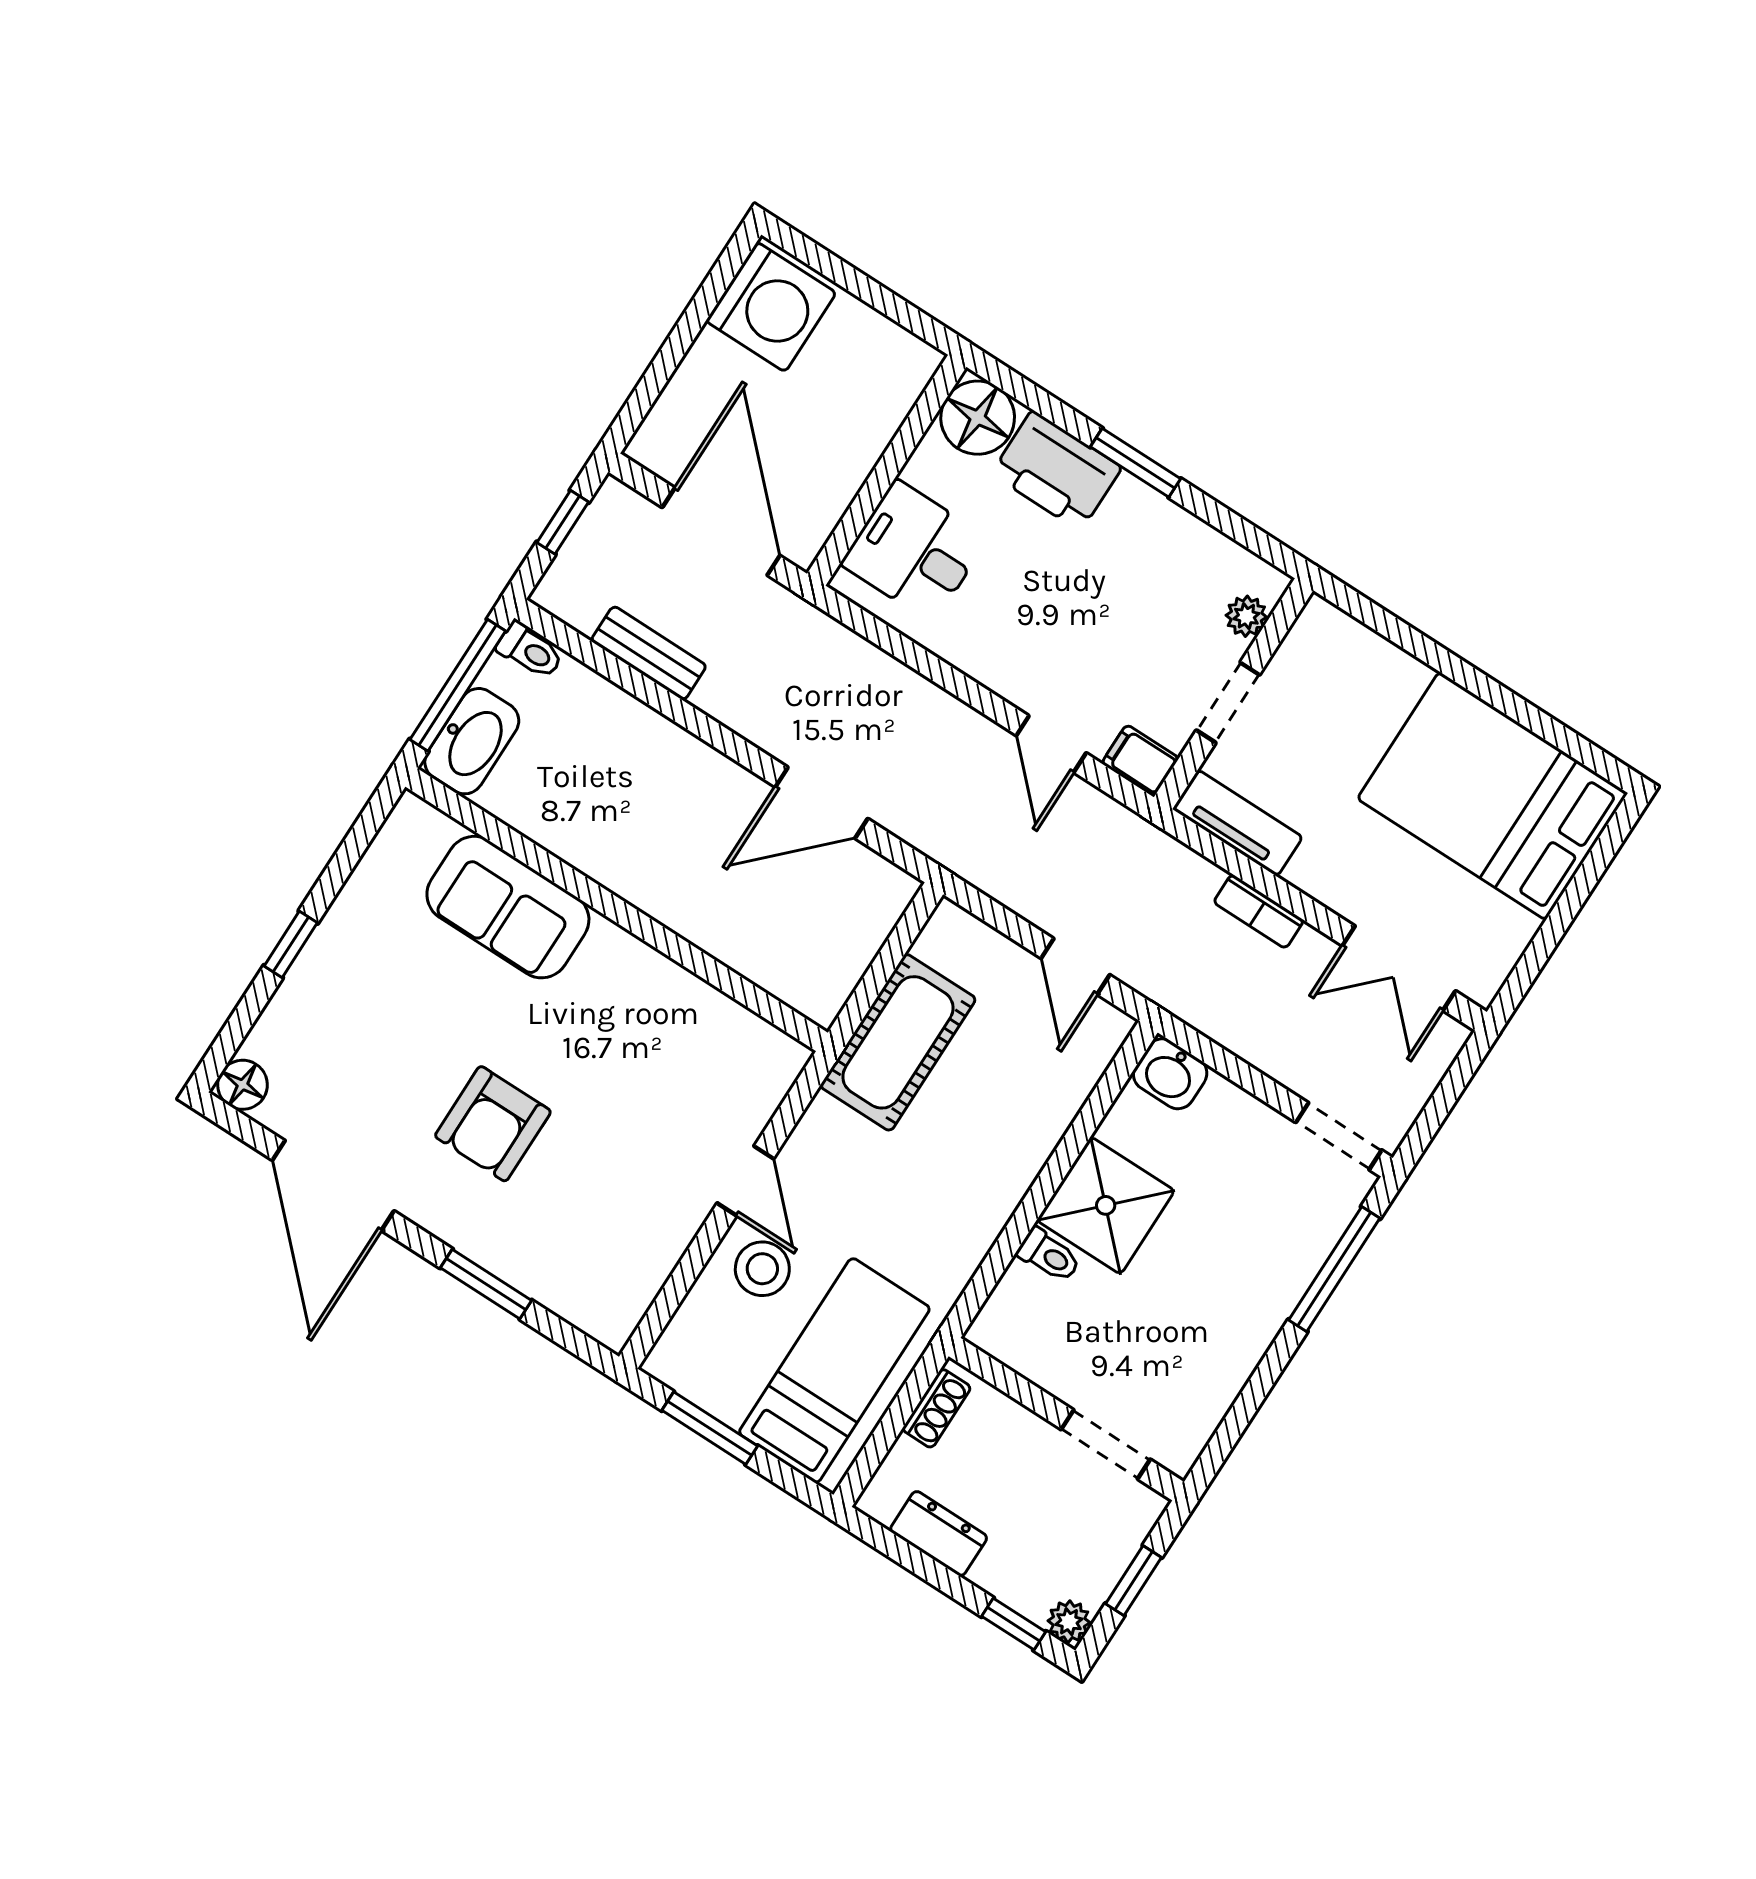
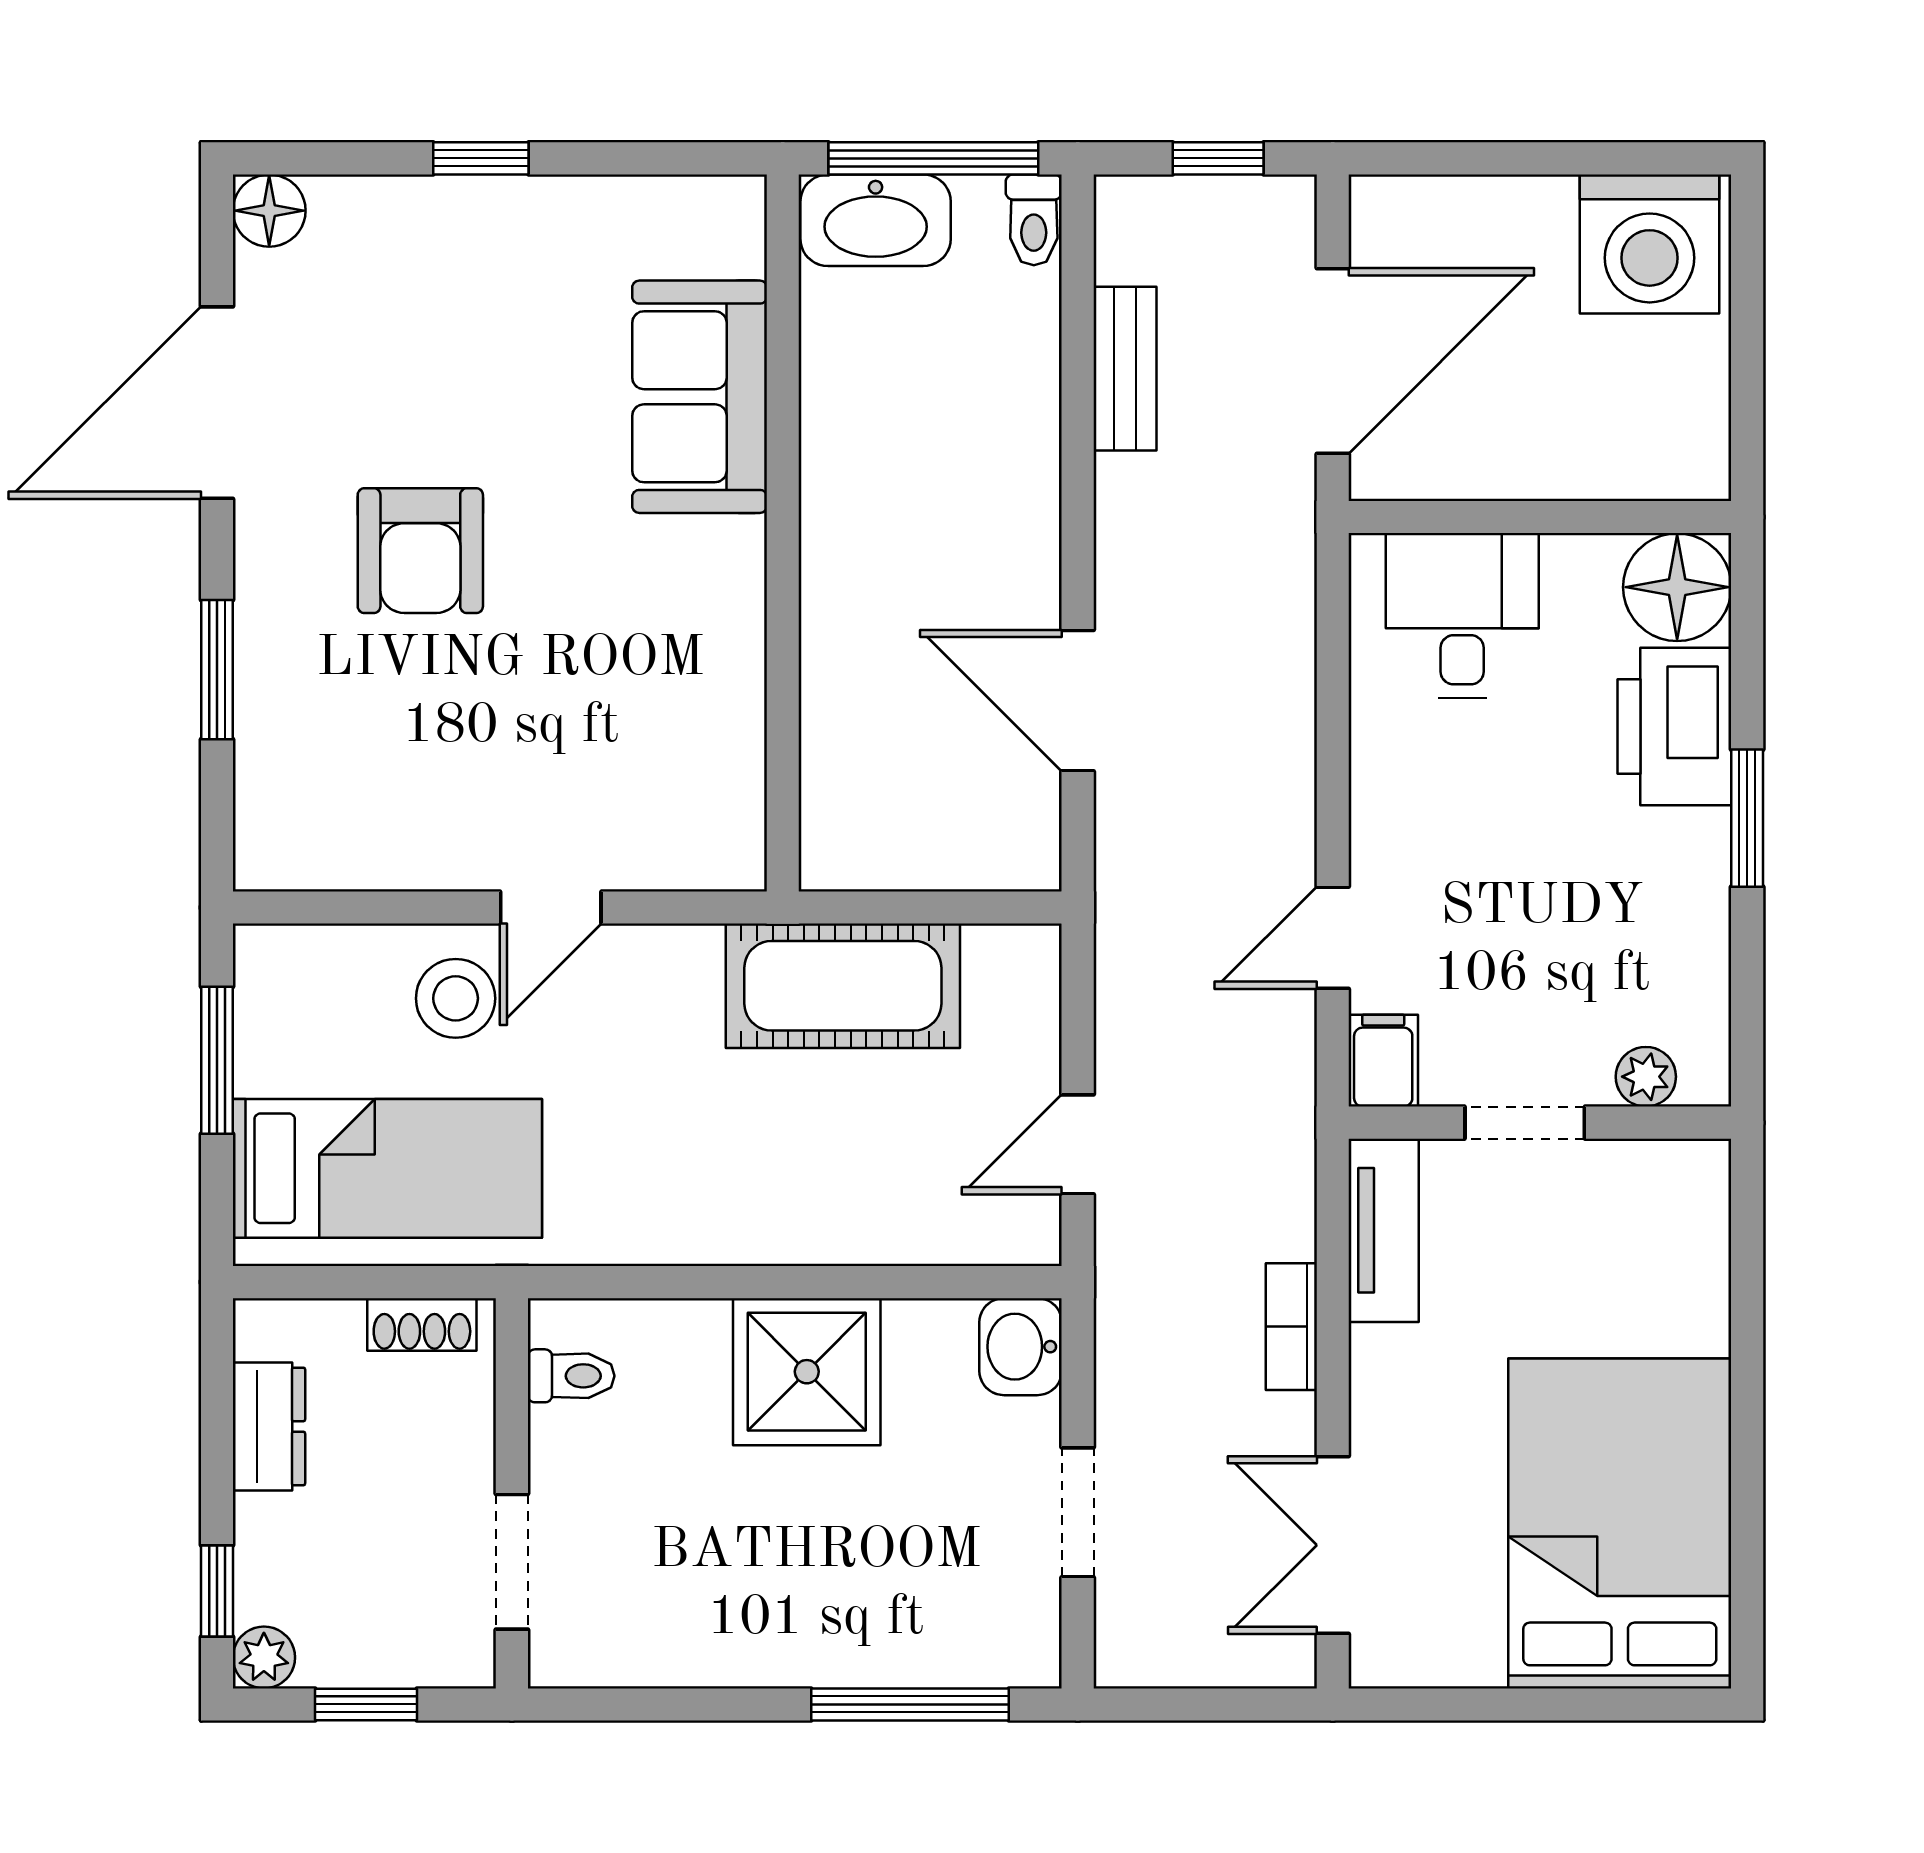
armchair: (493, 1124) -> (420, 551), turned -90
doorway: (1339, 1136) -> (1078, 1512), moved
toilet: (1049, 1255) -> (571, 1376), moved, turned -90

